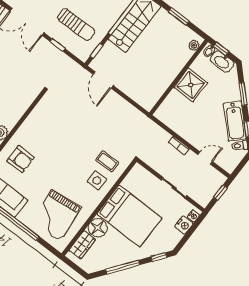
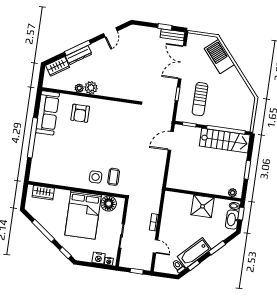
grand piano: (56, 215) -> (54, 162), removed
floor lamp: (98, 228) -> (109, 204), moved

